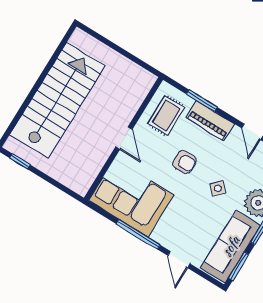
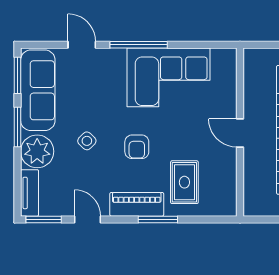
door: (124, 138) -> (240, 133), moved
wall: (123, 139) -> (240, 132), moved
armchair: (185, 162) -> (137, 147), turned -90

